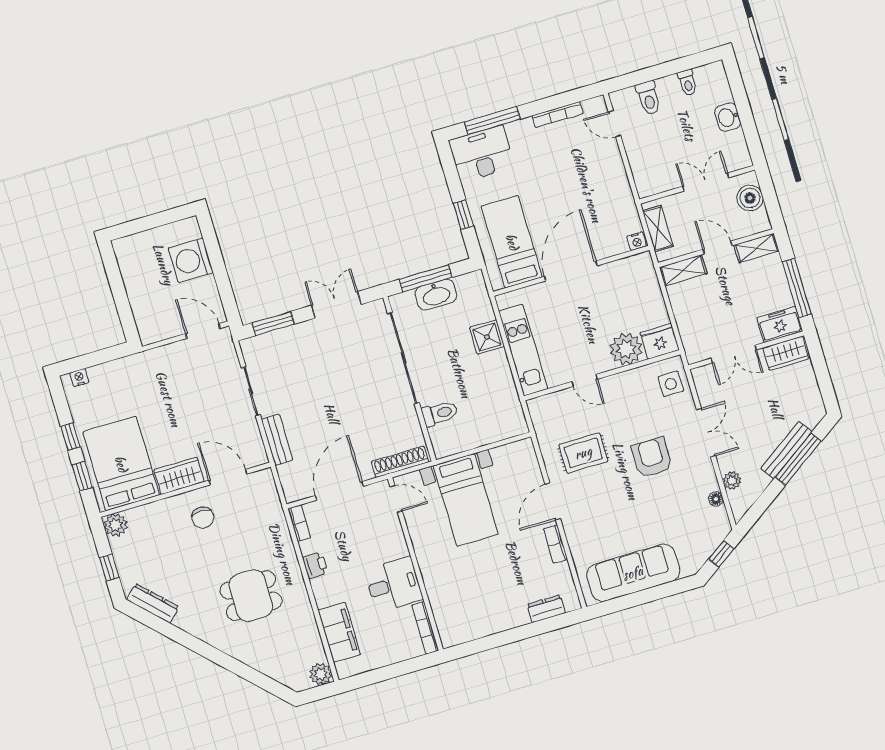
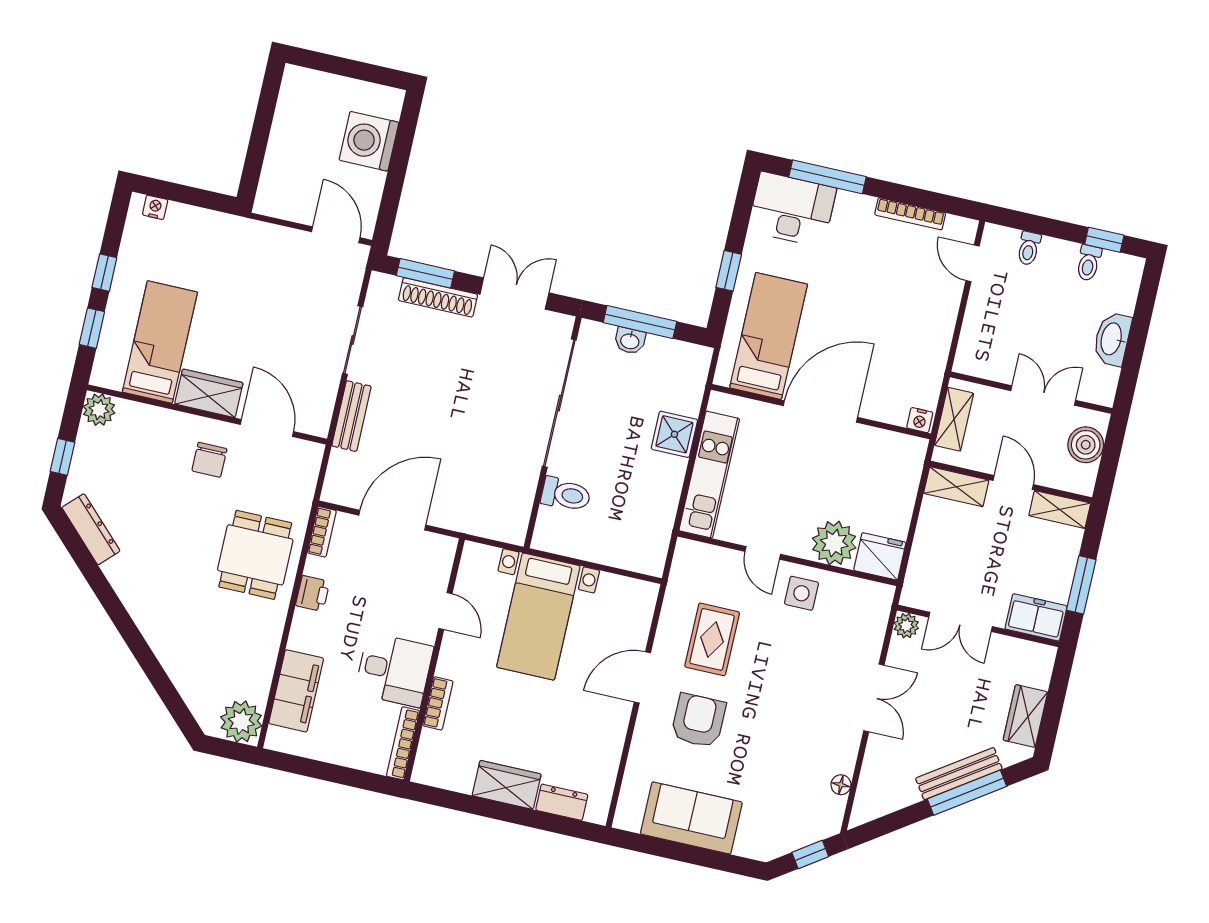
window: (689, 62) -> (1104, 240), added
toilet: (648, 98) -> (1029, 248), width x0.73, depth x0.72
washbasin: (728, 117) -> (1112, 339), width x1.38
window: (797, 288) -> (1081, 585), width x0.69
washbasin: (436, 295) -> (630, 341), width x0.52, depth x0.69
wardrobe: (786, 353) -> (1025, 716), moved, turned 90
side table: (671, 384) -> (801, 593), moved
rug: (583, 453) -> (712, 639), turned 90
armchair: (652, 458) -> (698, 721), moved
shoe rack: (400, 462) -> (438, 297), moved, turned 180
bed: (121, 464) -> (160, 342), width x0.67
plant: (732, 481) -> (906, 626), moved
door: (396, 499) -> (445, 611), moved
bookcase: (556, 544) -> (438, 703), moved, turned 180
sofa: (633, 573) -> (691, 818), width x0.73
dining table: (251, 596) -> (255, 555), moved, turned 90
wardrobe: (505, 617) -> (507, 785), added
plant: (321, 674) -> (241, 722), width x1.36, depth x1.36

